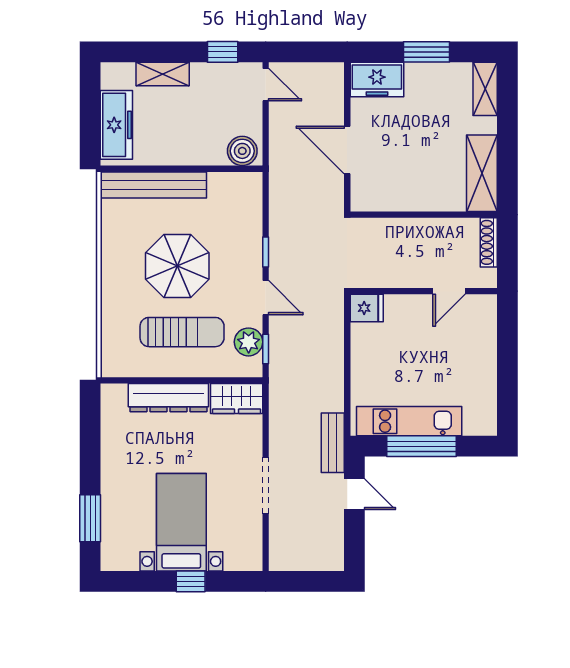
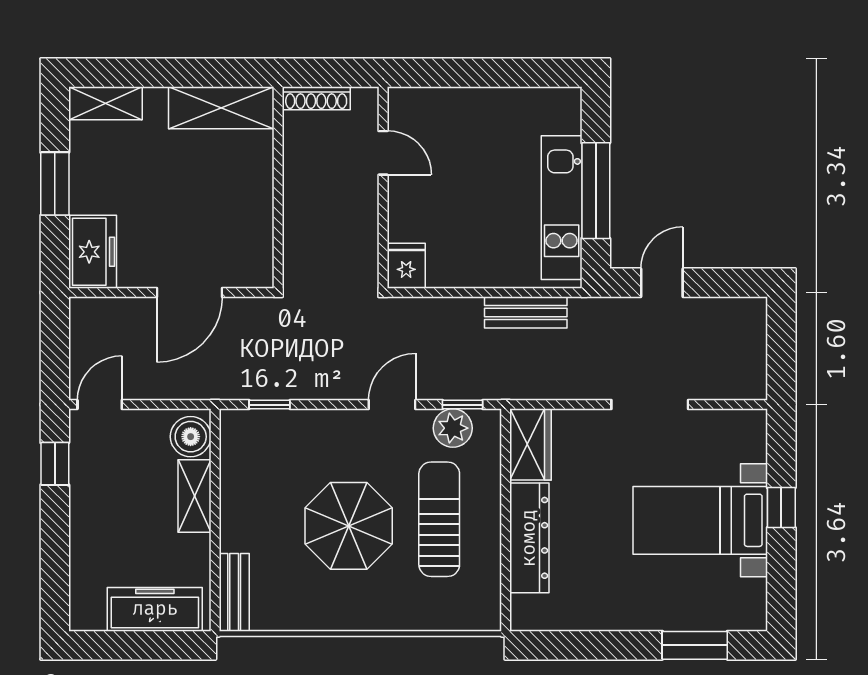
shelving: (163, 74) -> (194, 496), moved
bench: (153, 185) -> (234, 592), width x0.54, depth x0.82
window: (266, 252) -> (270, 405), moved
bench: (333, 443) -> (526, 312), moved

